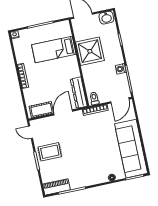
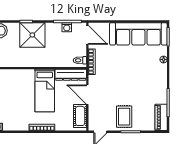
bed: (54, 50) -> (45, 91), moved
shower: (90, 51) -> (32, 35), moved
washing machine: (121, 69) -> (67, 27), moved

